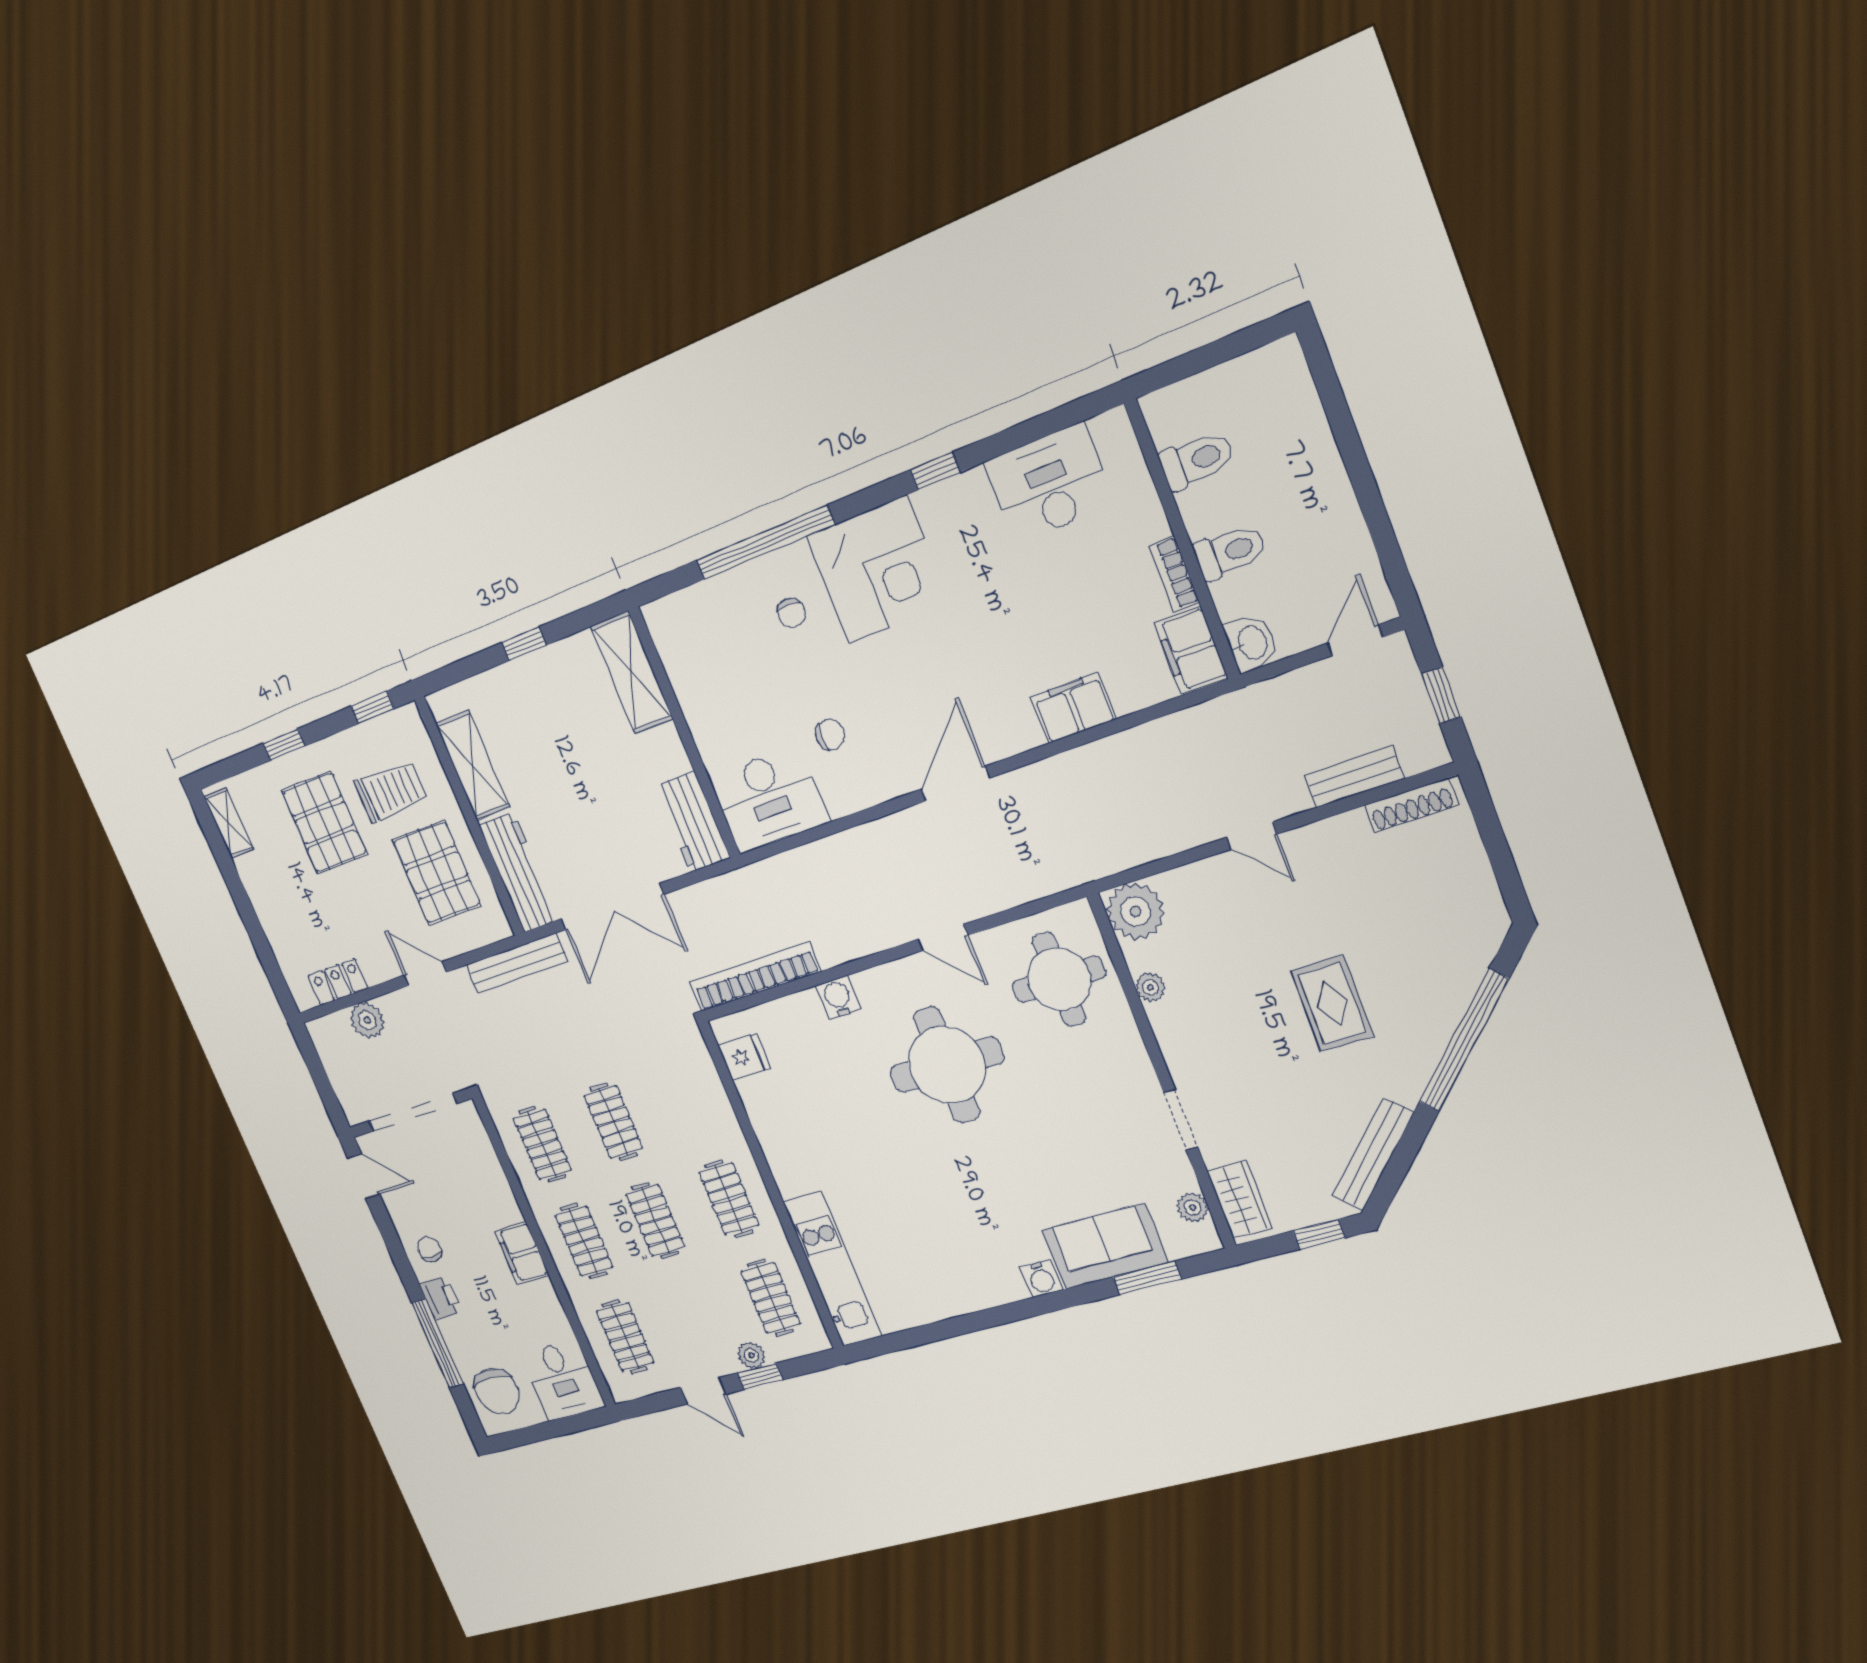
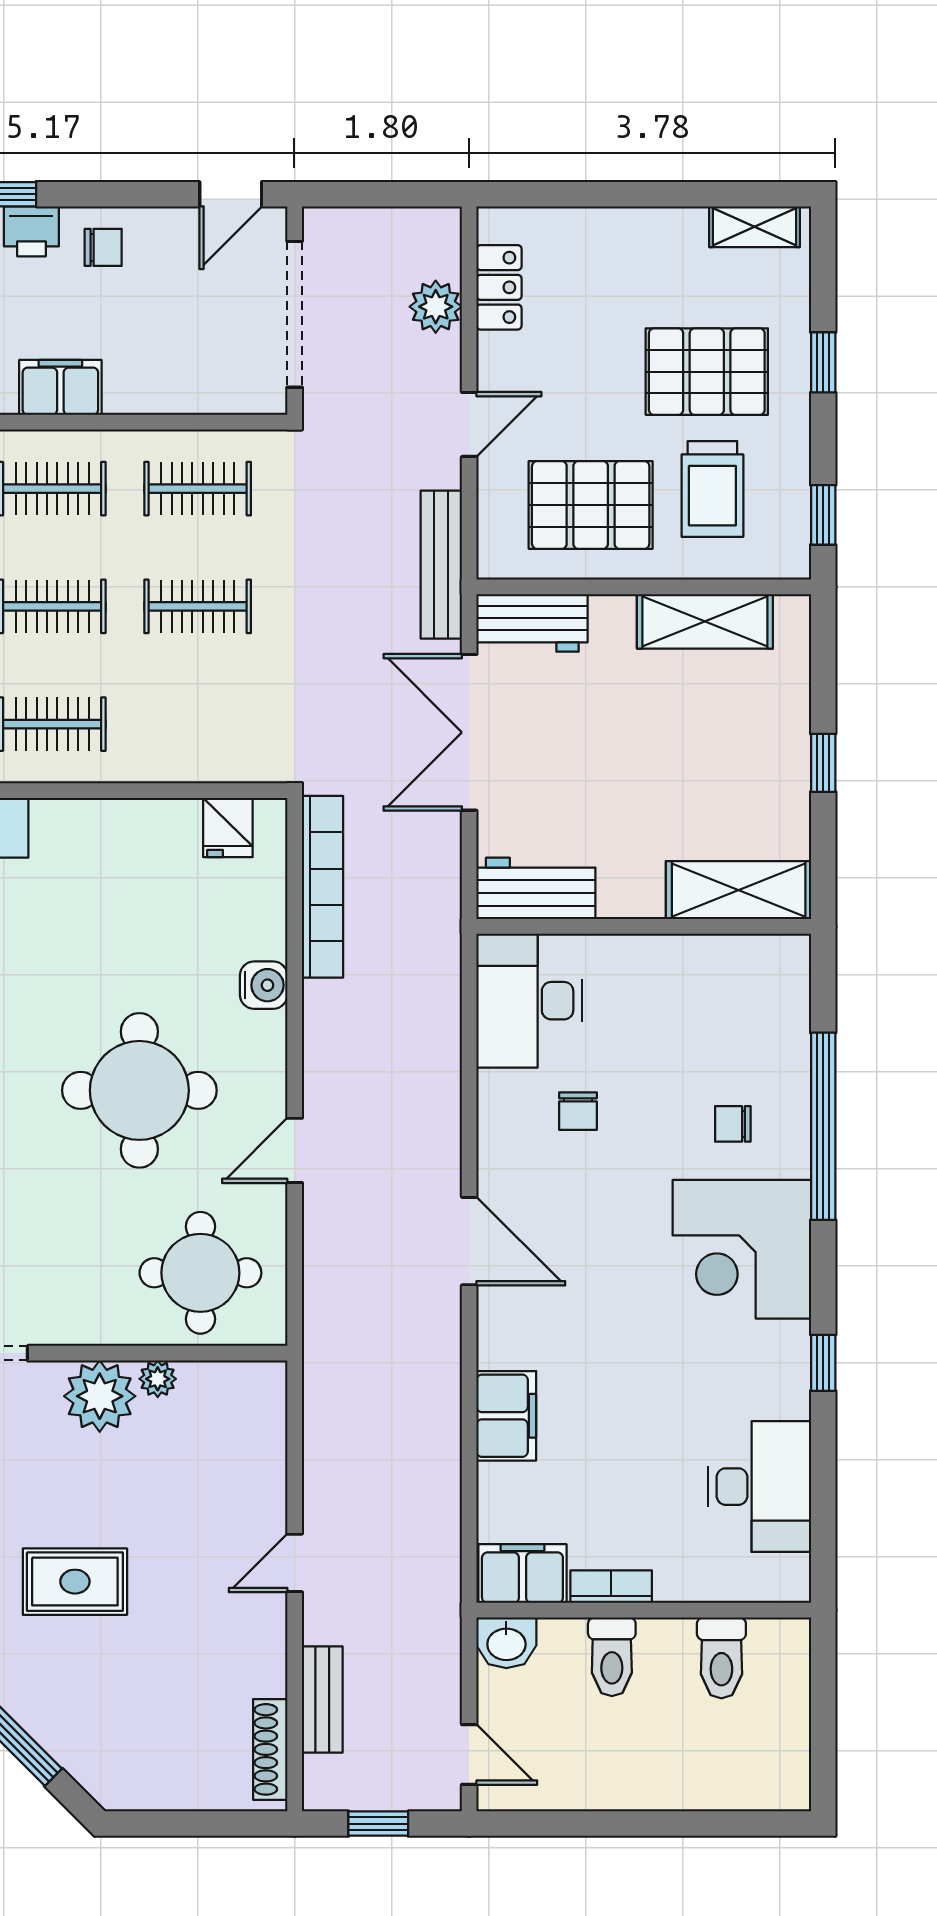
workbench: (519, 872) -> (532, 623), width x0.73
plant: (1136, 911) -> (100, 1396), moved

